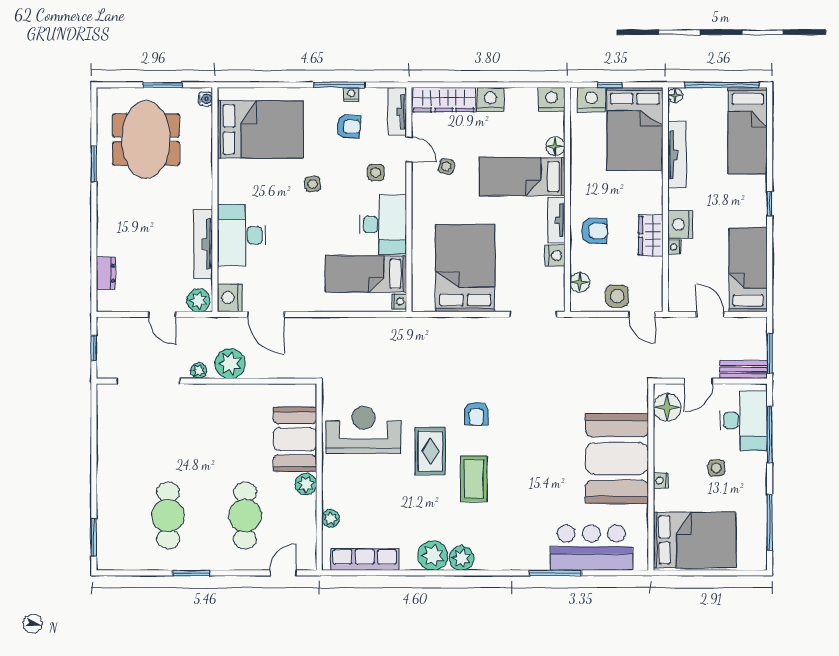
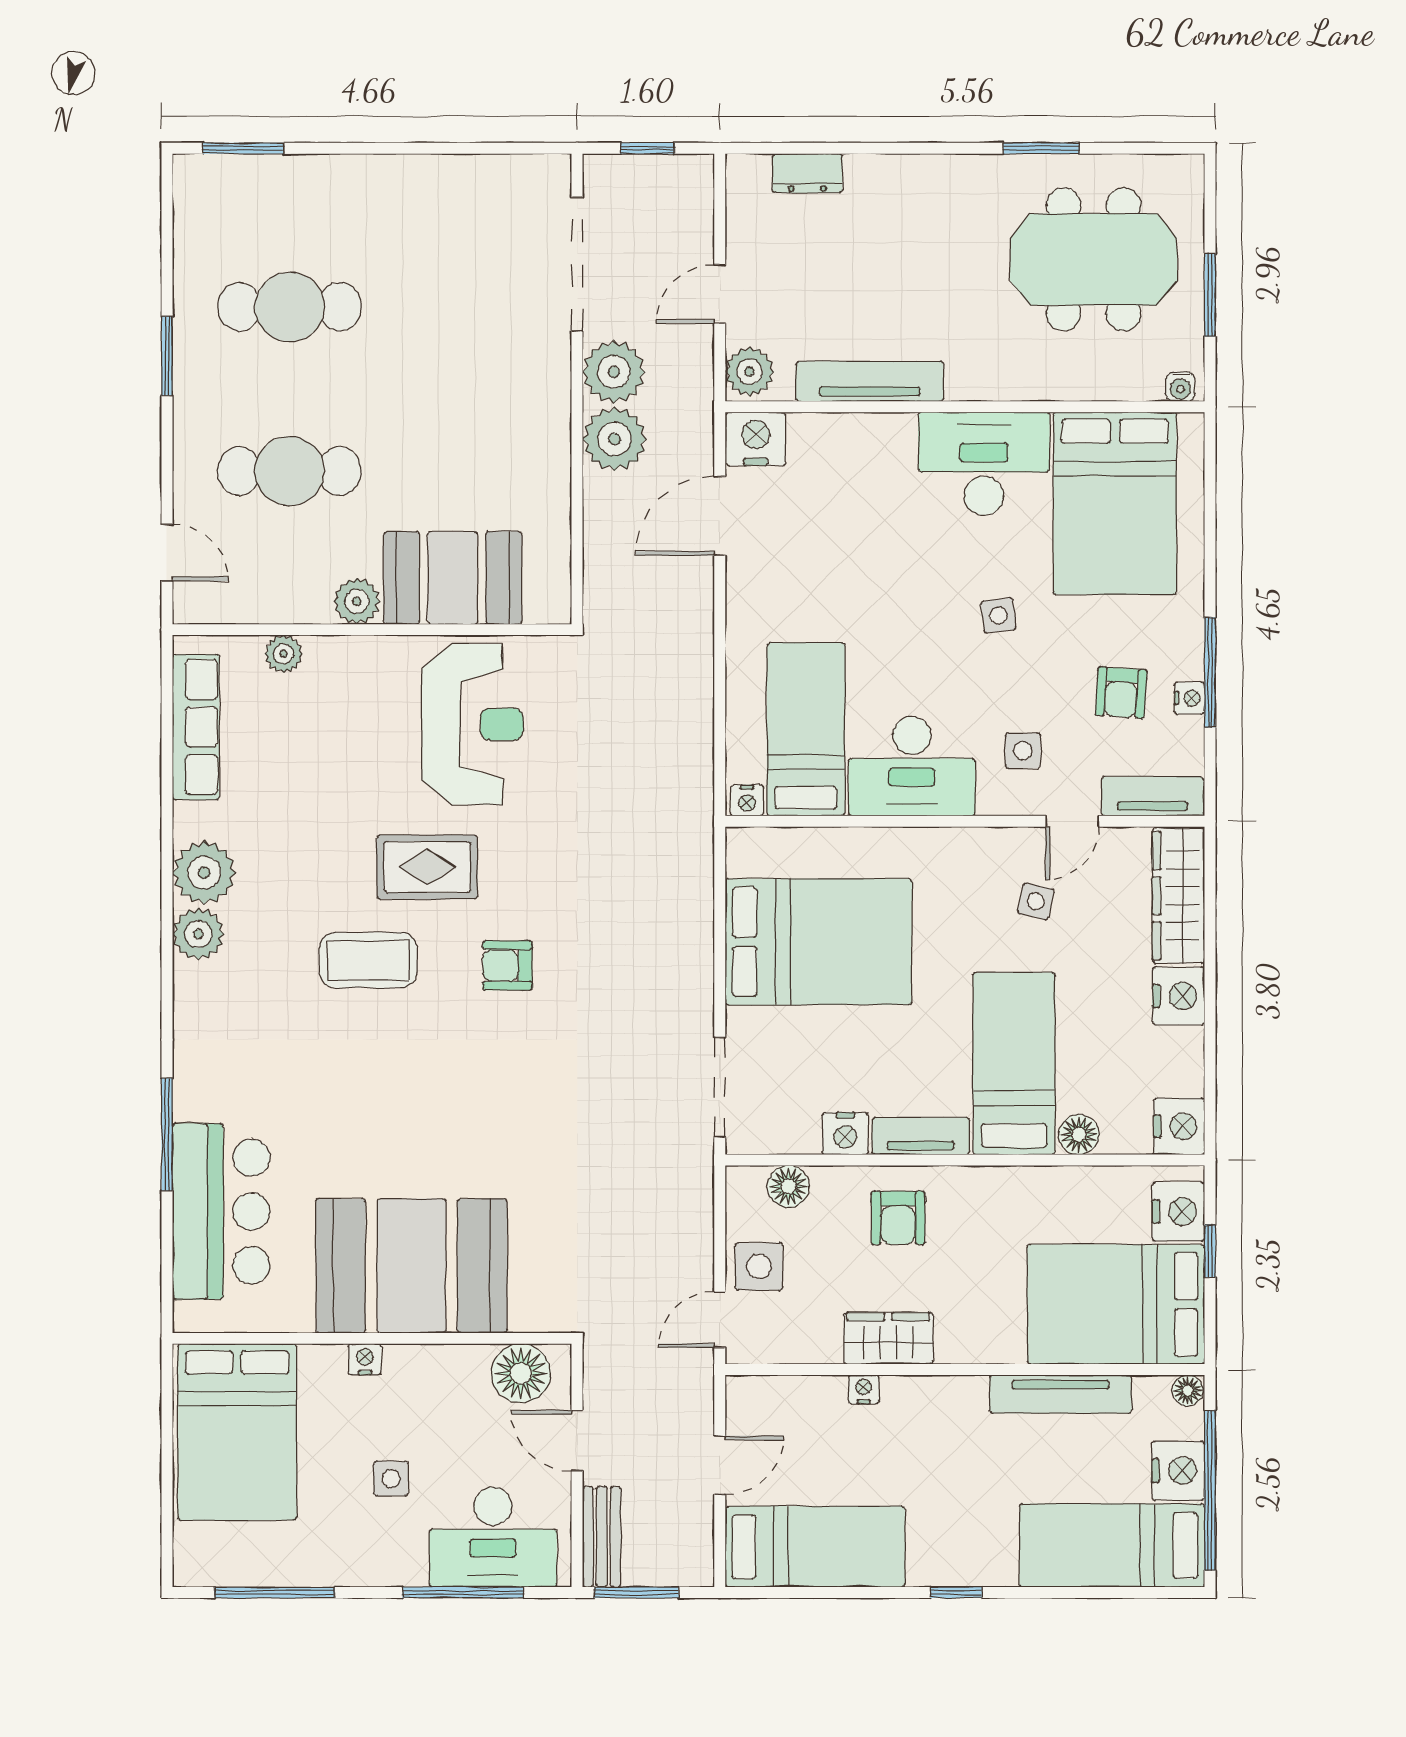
nightstand: (680, 224) -> (1178, 1471), moved, turned 90
desk: (242, 235) -> (984, 464), moved
plant: (199, 371) -> (614, 372), width x1.87, depth x1.87

